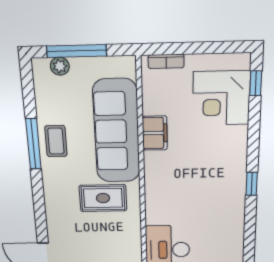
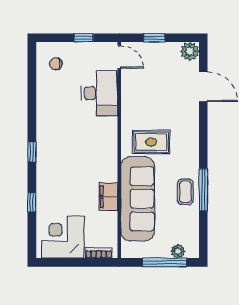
window: (256, 83) -> (32, 202), moved
corner desk: (221, 98) -> (63, 237), moved, turned -90

